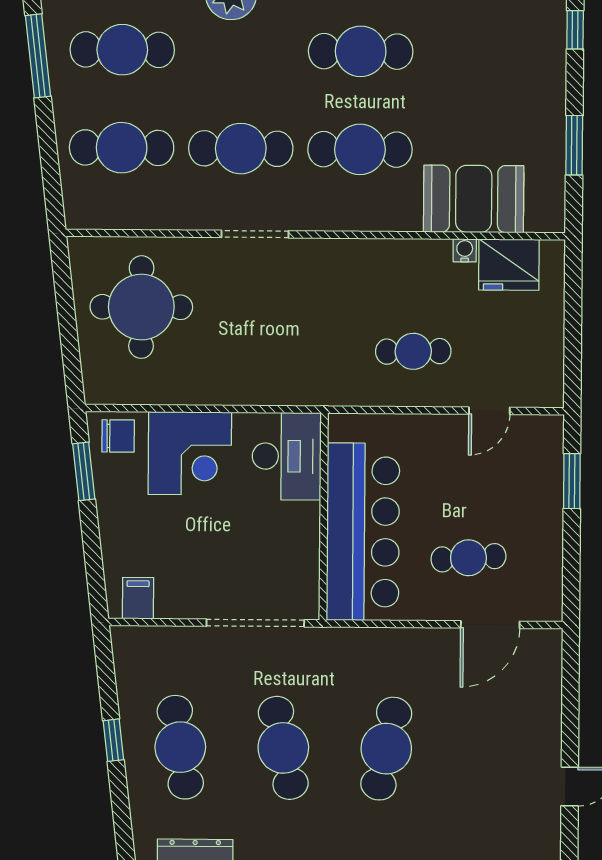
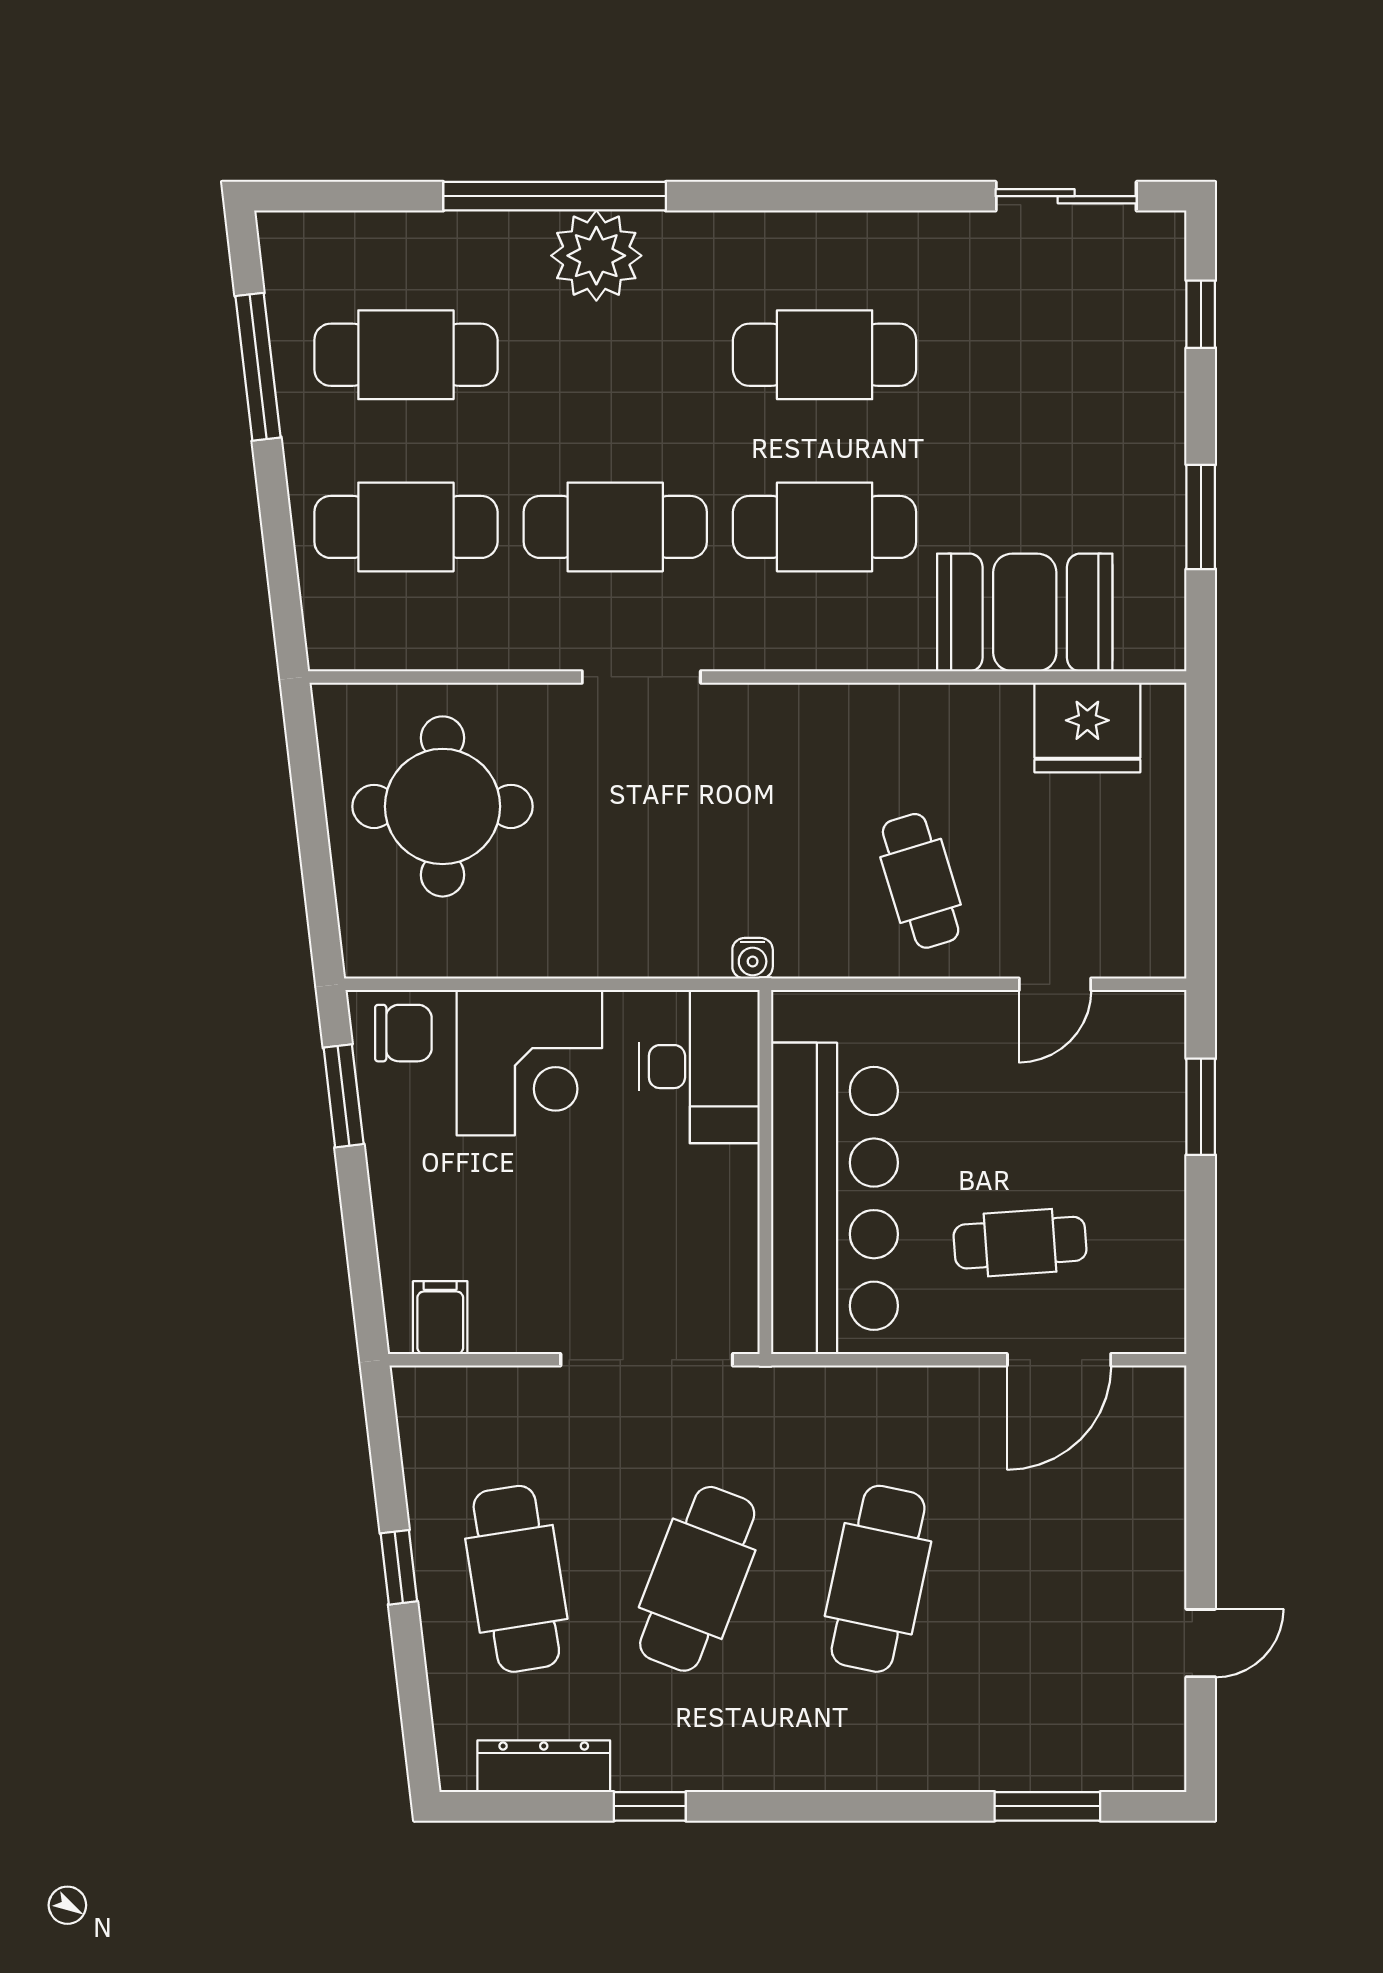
water cooler: (465, 250) -> (753, 958), moved, turned 180
cafe table: (413, 351) -> (921, 881), turned 74
cafe table: (283, 748) -> (697, 1579), turned 33

